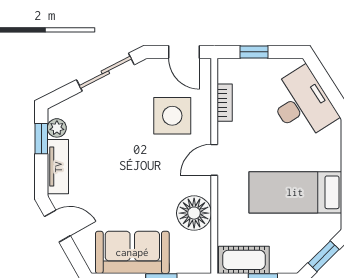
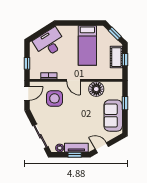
sliding door: (105, 72) -> (40, 136), moved
window: (41, 139) -> (75, 155), moved
door: (57, 226) -> (102, 148), hinge flipped
cot: (244, 260) -> (116, 57), moved

